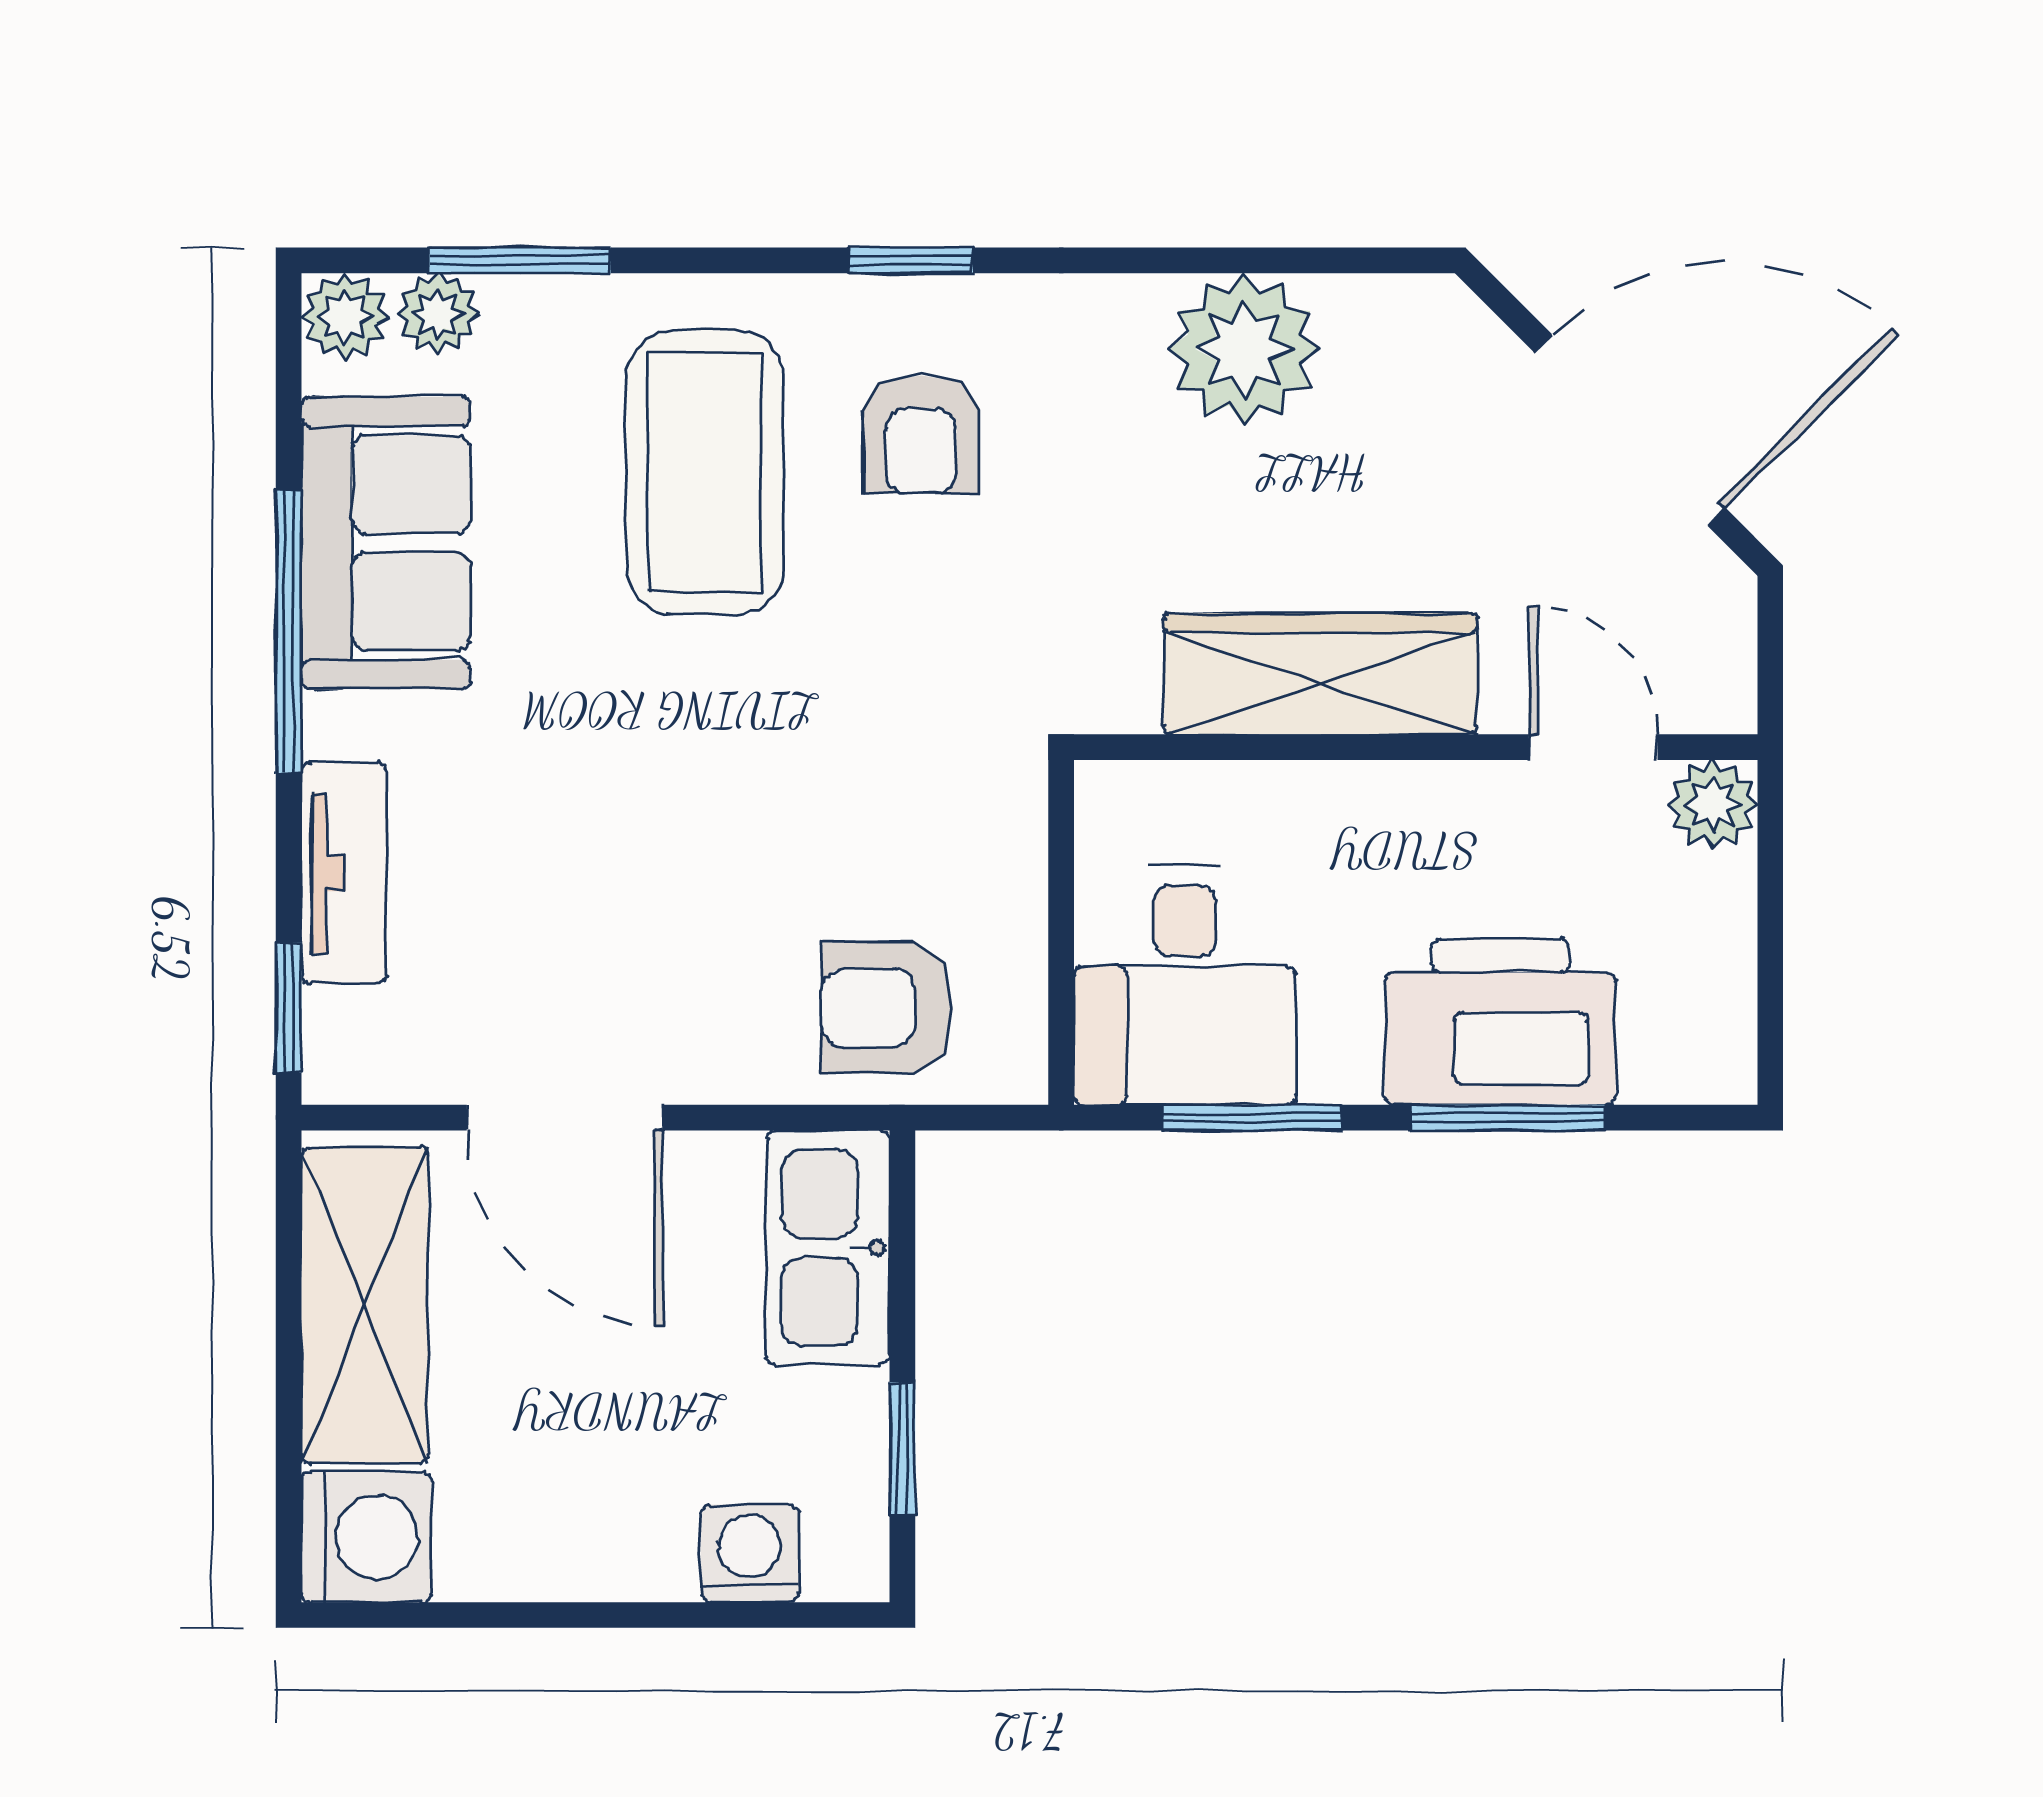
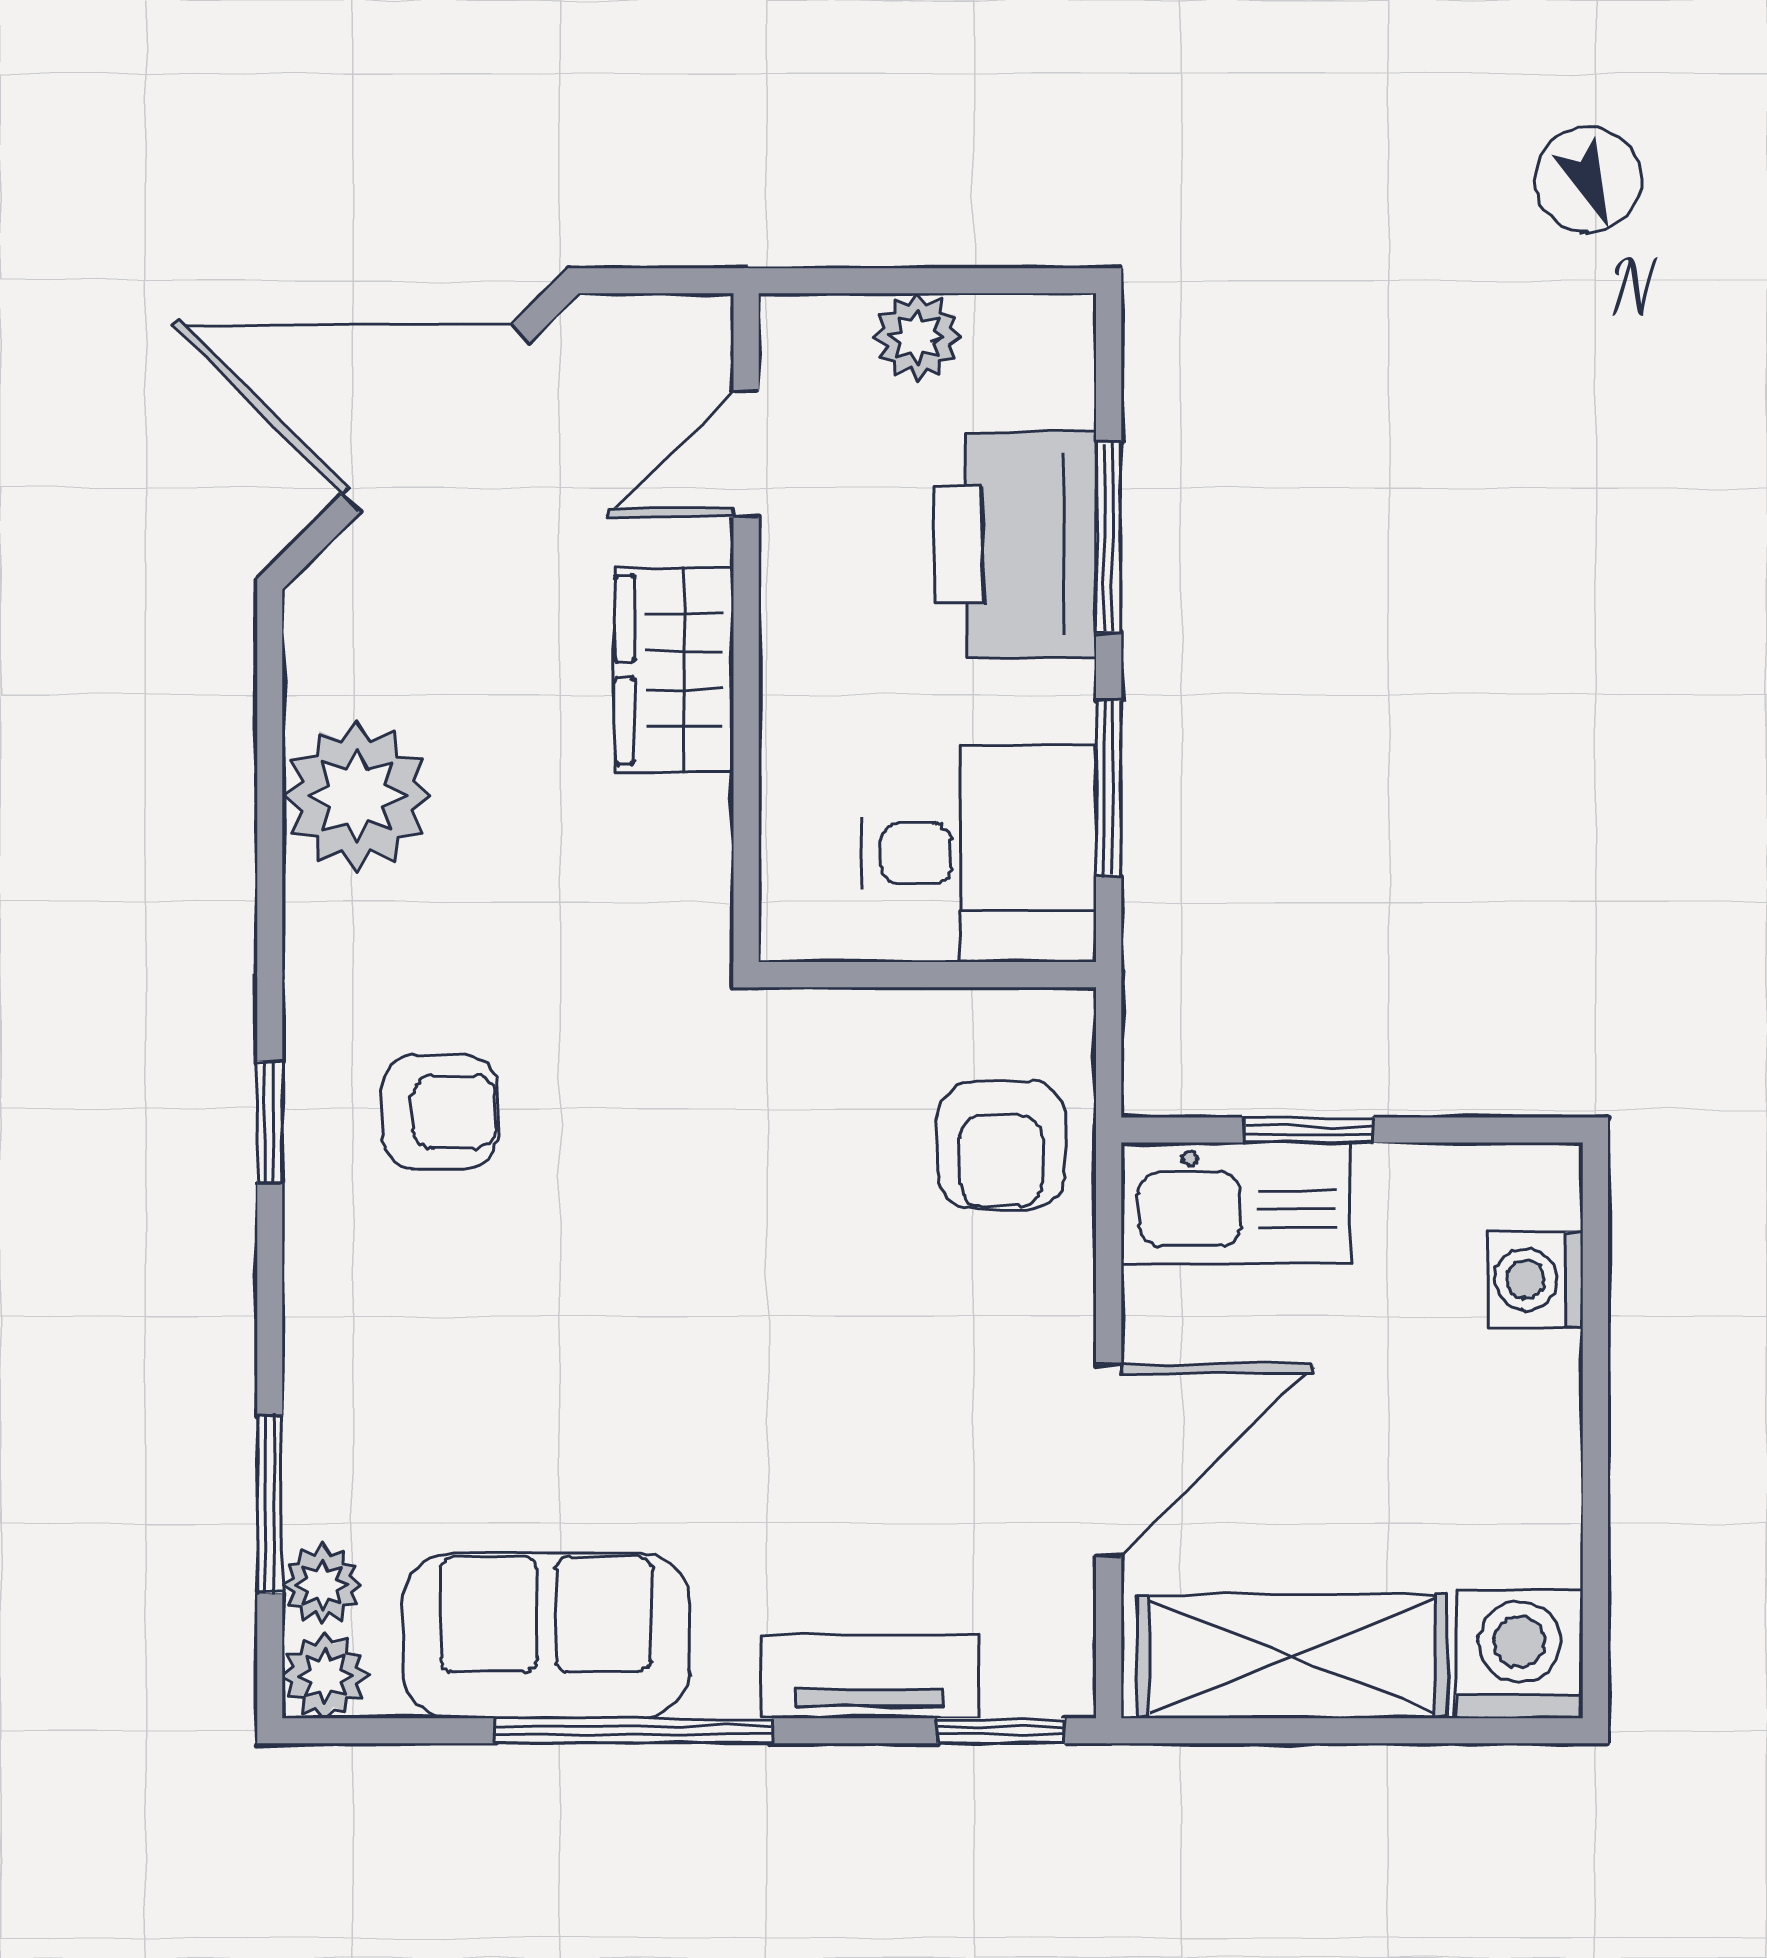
door: (1630, 430) -> (436, 418), hinge flipped
coffee table: (705, 472) -> (477, 1323), removed
wardrobe: (1320, 674) -> (674, 670), width x0.67
plant: (1713, 804) -> (917, 337), moved
window: (902, 1448) -> (1309, 1130), moved

